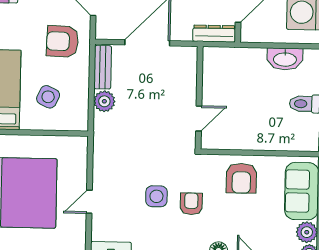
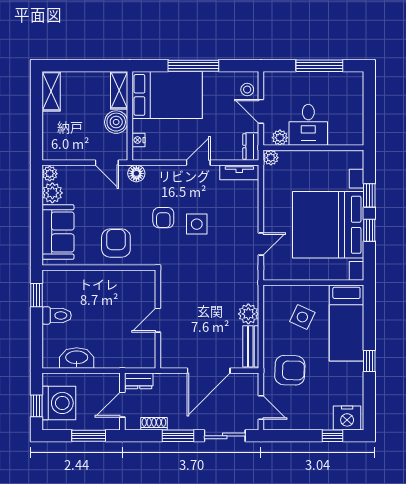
dresser: (214, 34) -> (139, 381), width x0.70
door: (199, 118) -> (158, 320), moved
door: (89, 202) -> (261, 244), moved

